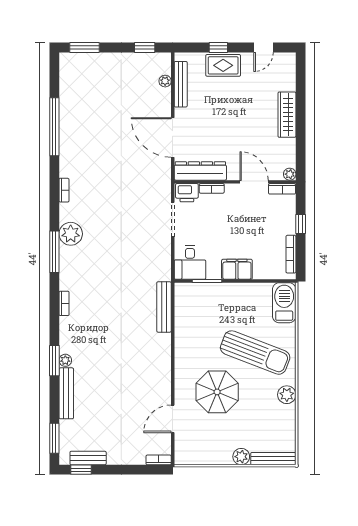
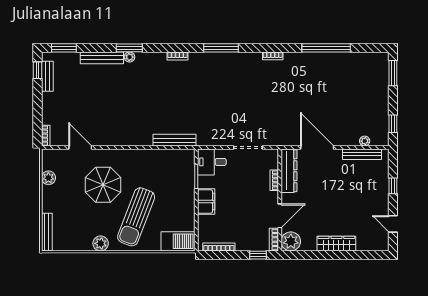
rug: (223, 65) -> (378, 190), removed
door: (173, 137) -> (317, 147), hinge flipped
plant: (290, 174) -> (291, 241), width x1.88, depth x1.88
printer: (187, 193) -> (271, 159), removed
window: (301, 224) -> (258, 255), moved
plant: (71, 234) -> (236, 62), removed
plant: (241, 457) -> (48, 178), moved

